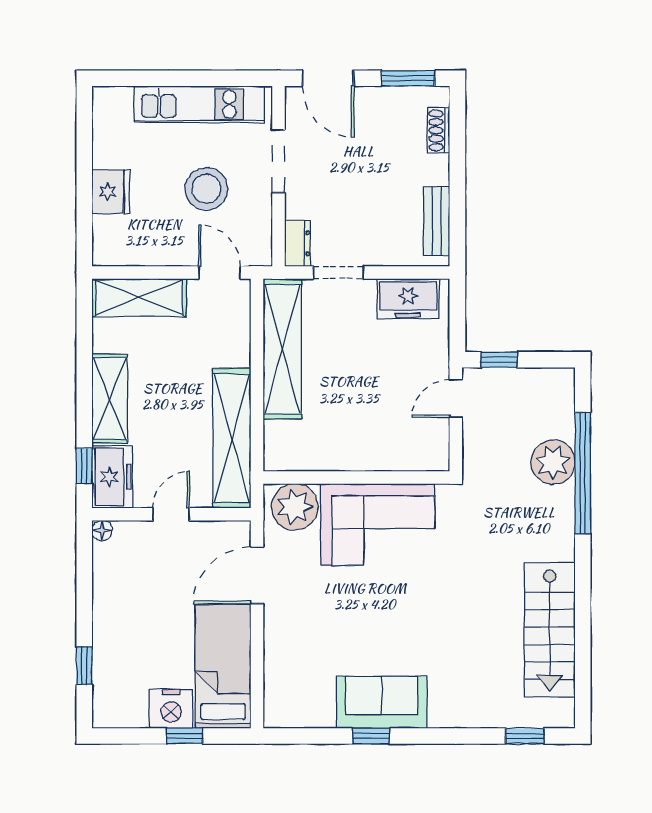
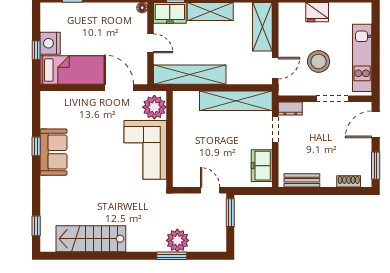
window: (499, 360) -> (230, 213), width x1.50
window: (583, 473) -> (172, 256), width x0.47

